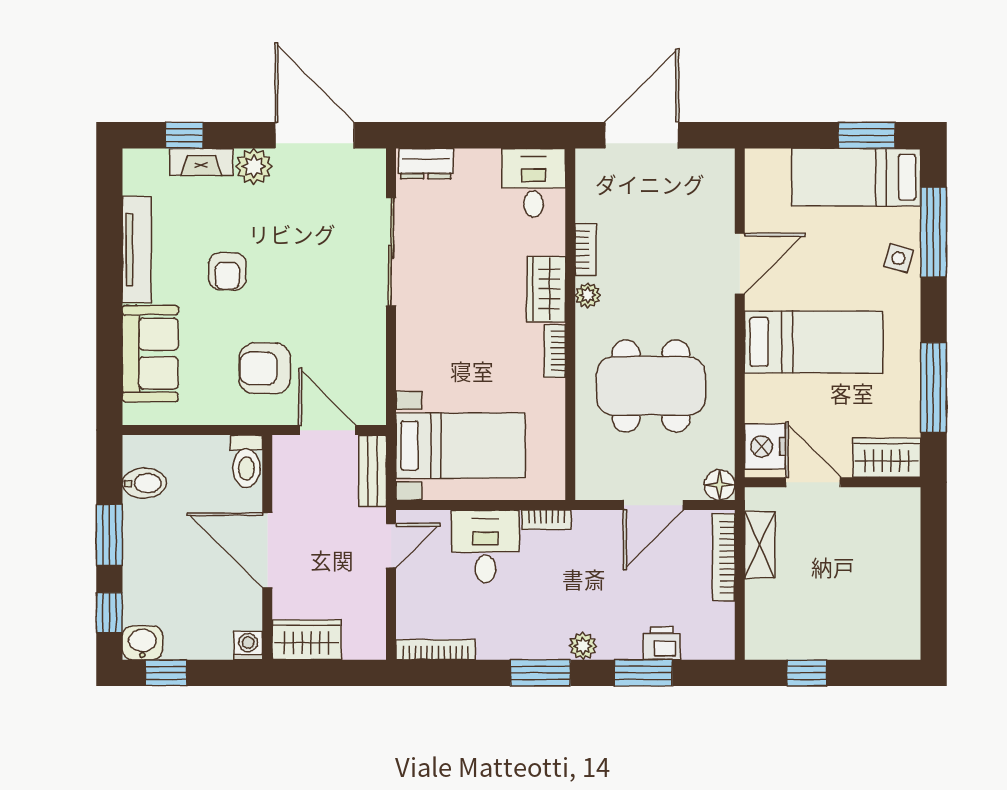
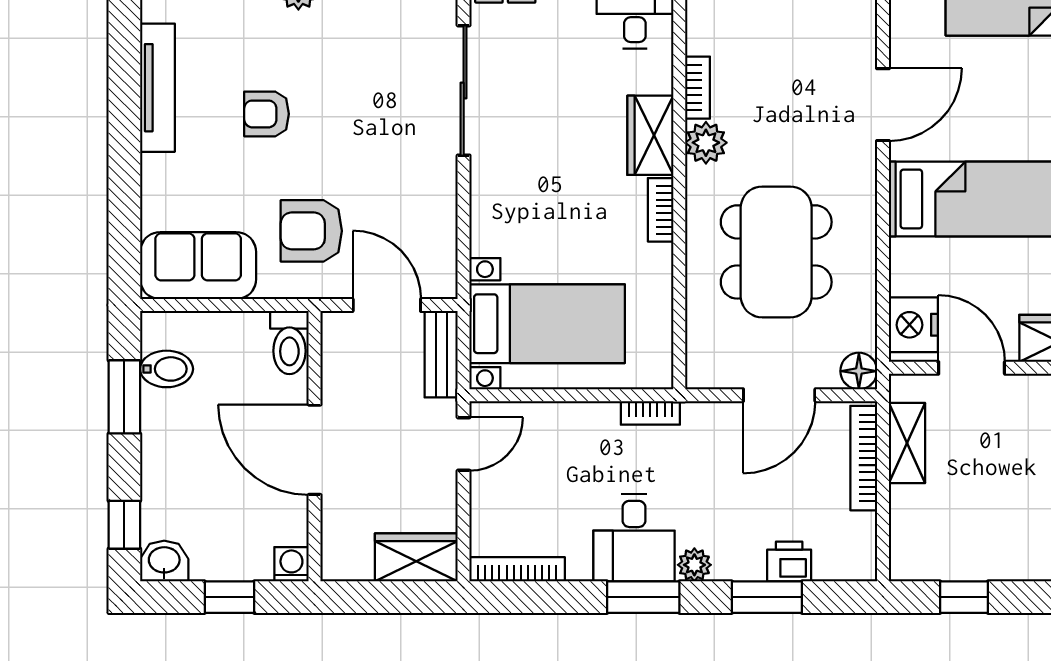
armchair: (227, 271) -> (267, 114), turned 90
plant: (588, 295) -> (706, 143), width x1.38, depth x1.38
sofa: (150, 354) -> (198, 266), moved, turned -90
dining table: (651, 386) -> (776, 252), turned 90
window: (109, 535) -> (124, 397), moved
desk: (485, 546) -> (634, 538), moved, turned 180
wardrobe: (307, 640) -> (416, 557), moved
window: (166, 673) -> (229, 597), moved

